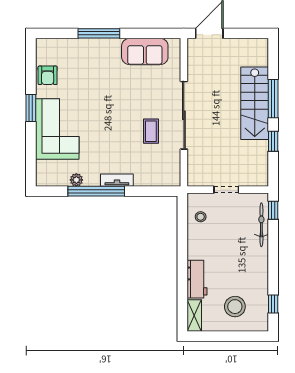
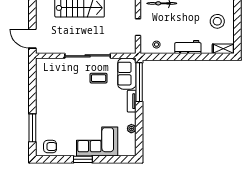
window: (99, 33) -> (32, 128), moved
sofa: (145, 51) -> (127, 74), moved, turned 180
armchair: (48, 75) -> (50, 147), moved
window: (96, 191) -> (139, 82), moved
workbench: (197, 279) -> (188, 47), moved

